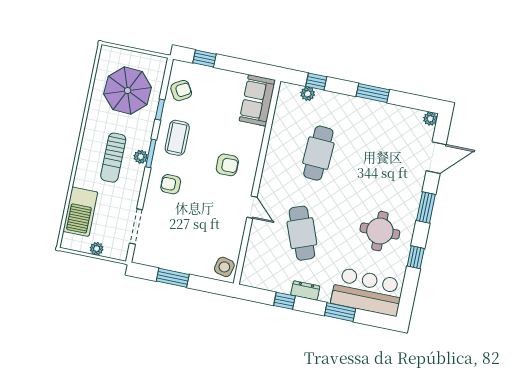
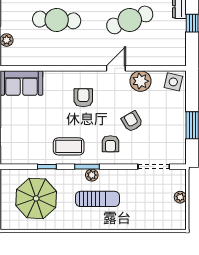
armchair: (181, 91) -> (132, 121), moved
barbecue: (80, 212) -> (151, 218), removed
plant: (233, 231) -> (140, 81), added

